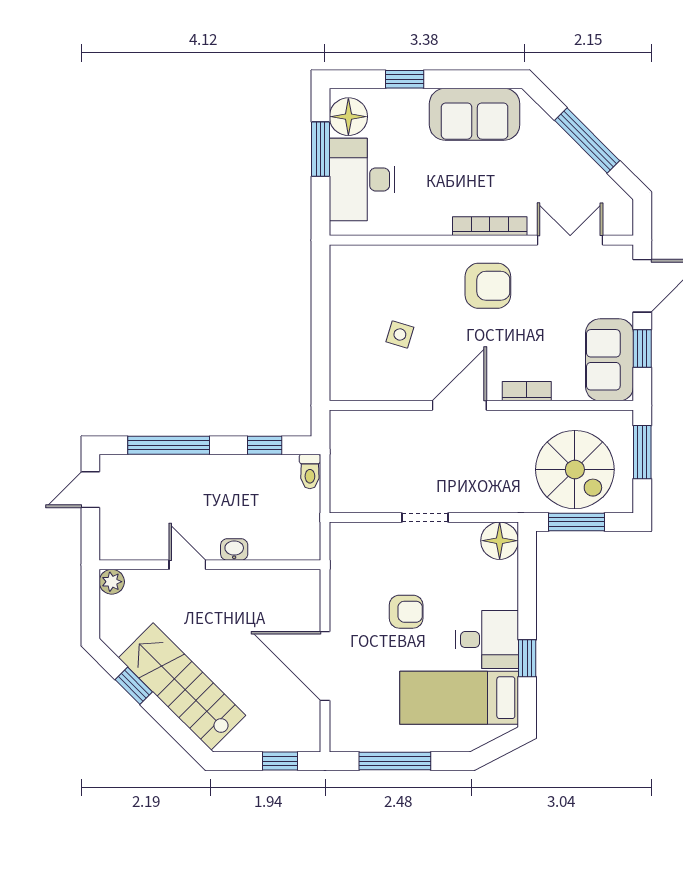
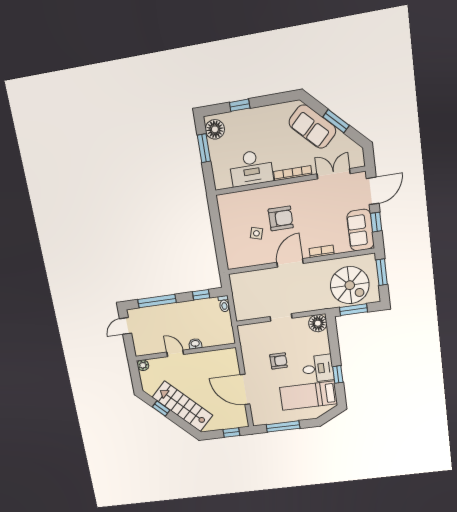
sofa: (475, 114) -> (312, 127), moved, turned 45
window: (587, 141) -> (336, 121), width x0.69
desk: (362, 179) -> (251, 168), moved, turned -90
armchair: (488, 286) -> (281, 218), moved

